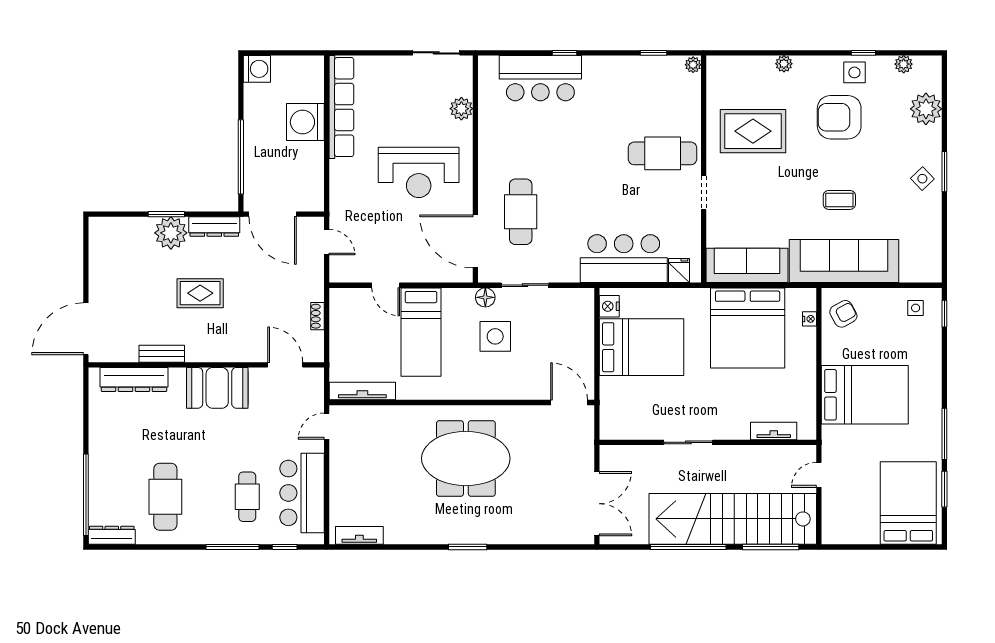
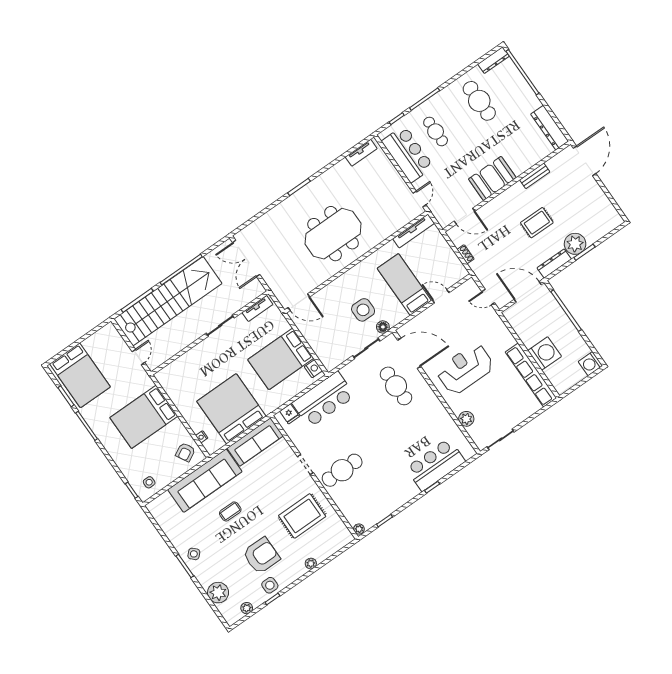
dresser: (134, 379) -> (550, 128), moved, turned -90
tv unit: (774, 431) -> (257, 308), moved

